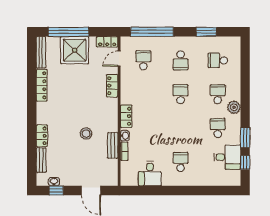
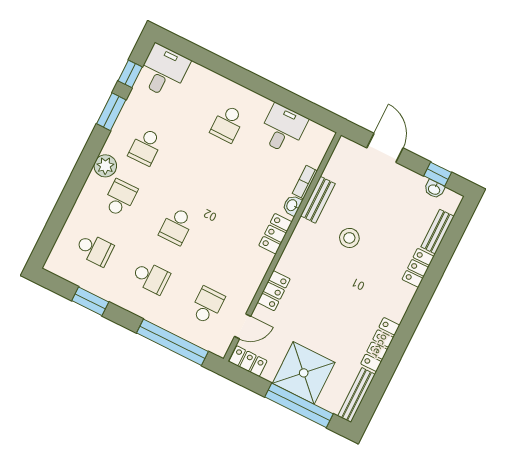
school desk: (143, 60) -> (207, 305), turned 180
school desk: (181, 60) -> (151, 277), turned 90
school desk: (218, 94) -> (120, 198), turned 180
desk: (227, 157) -> (163, 71), moved, turned 90

